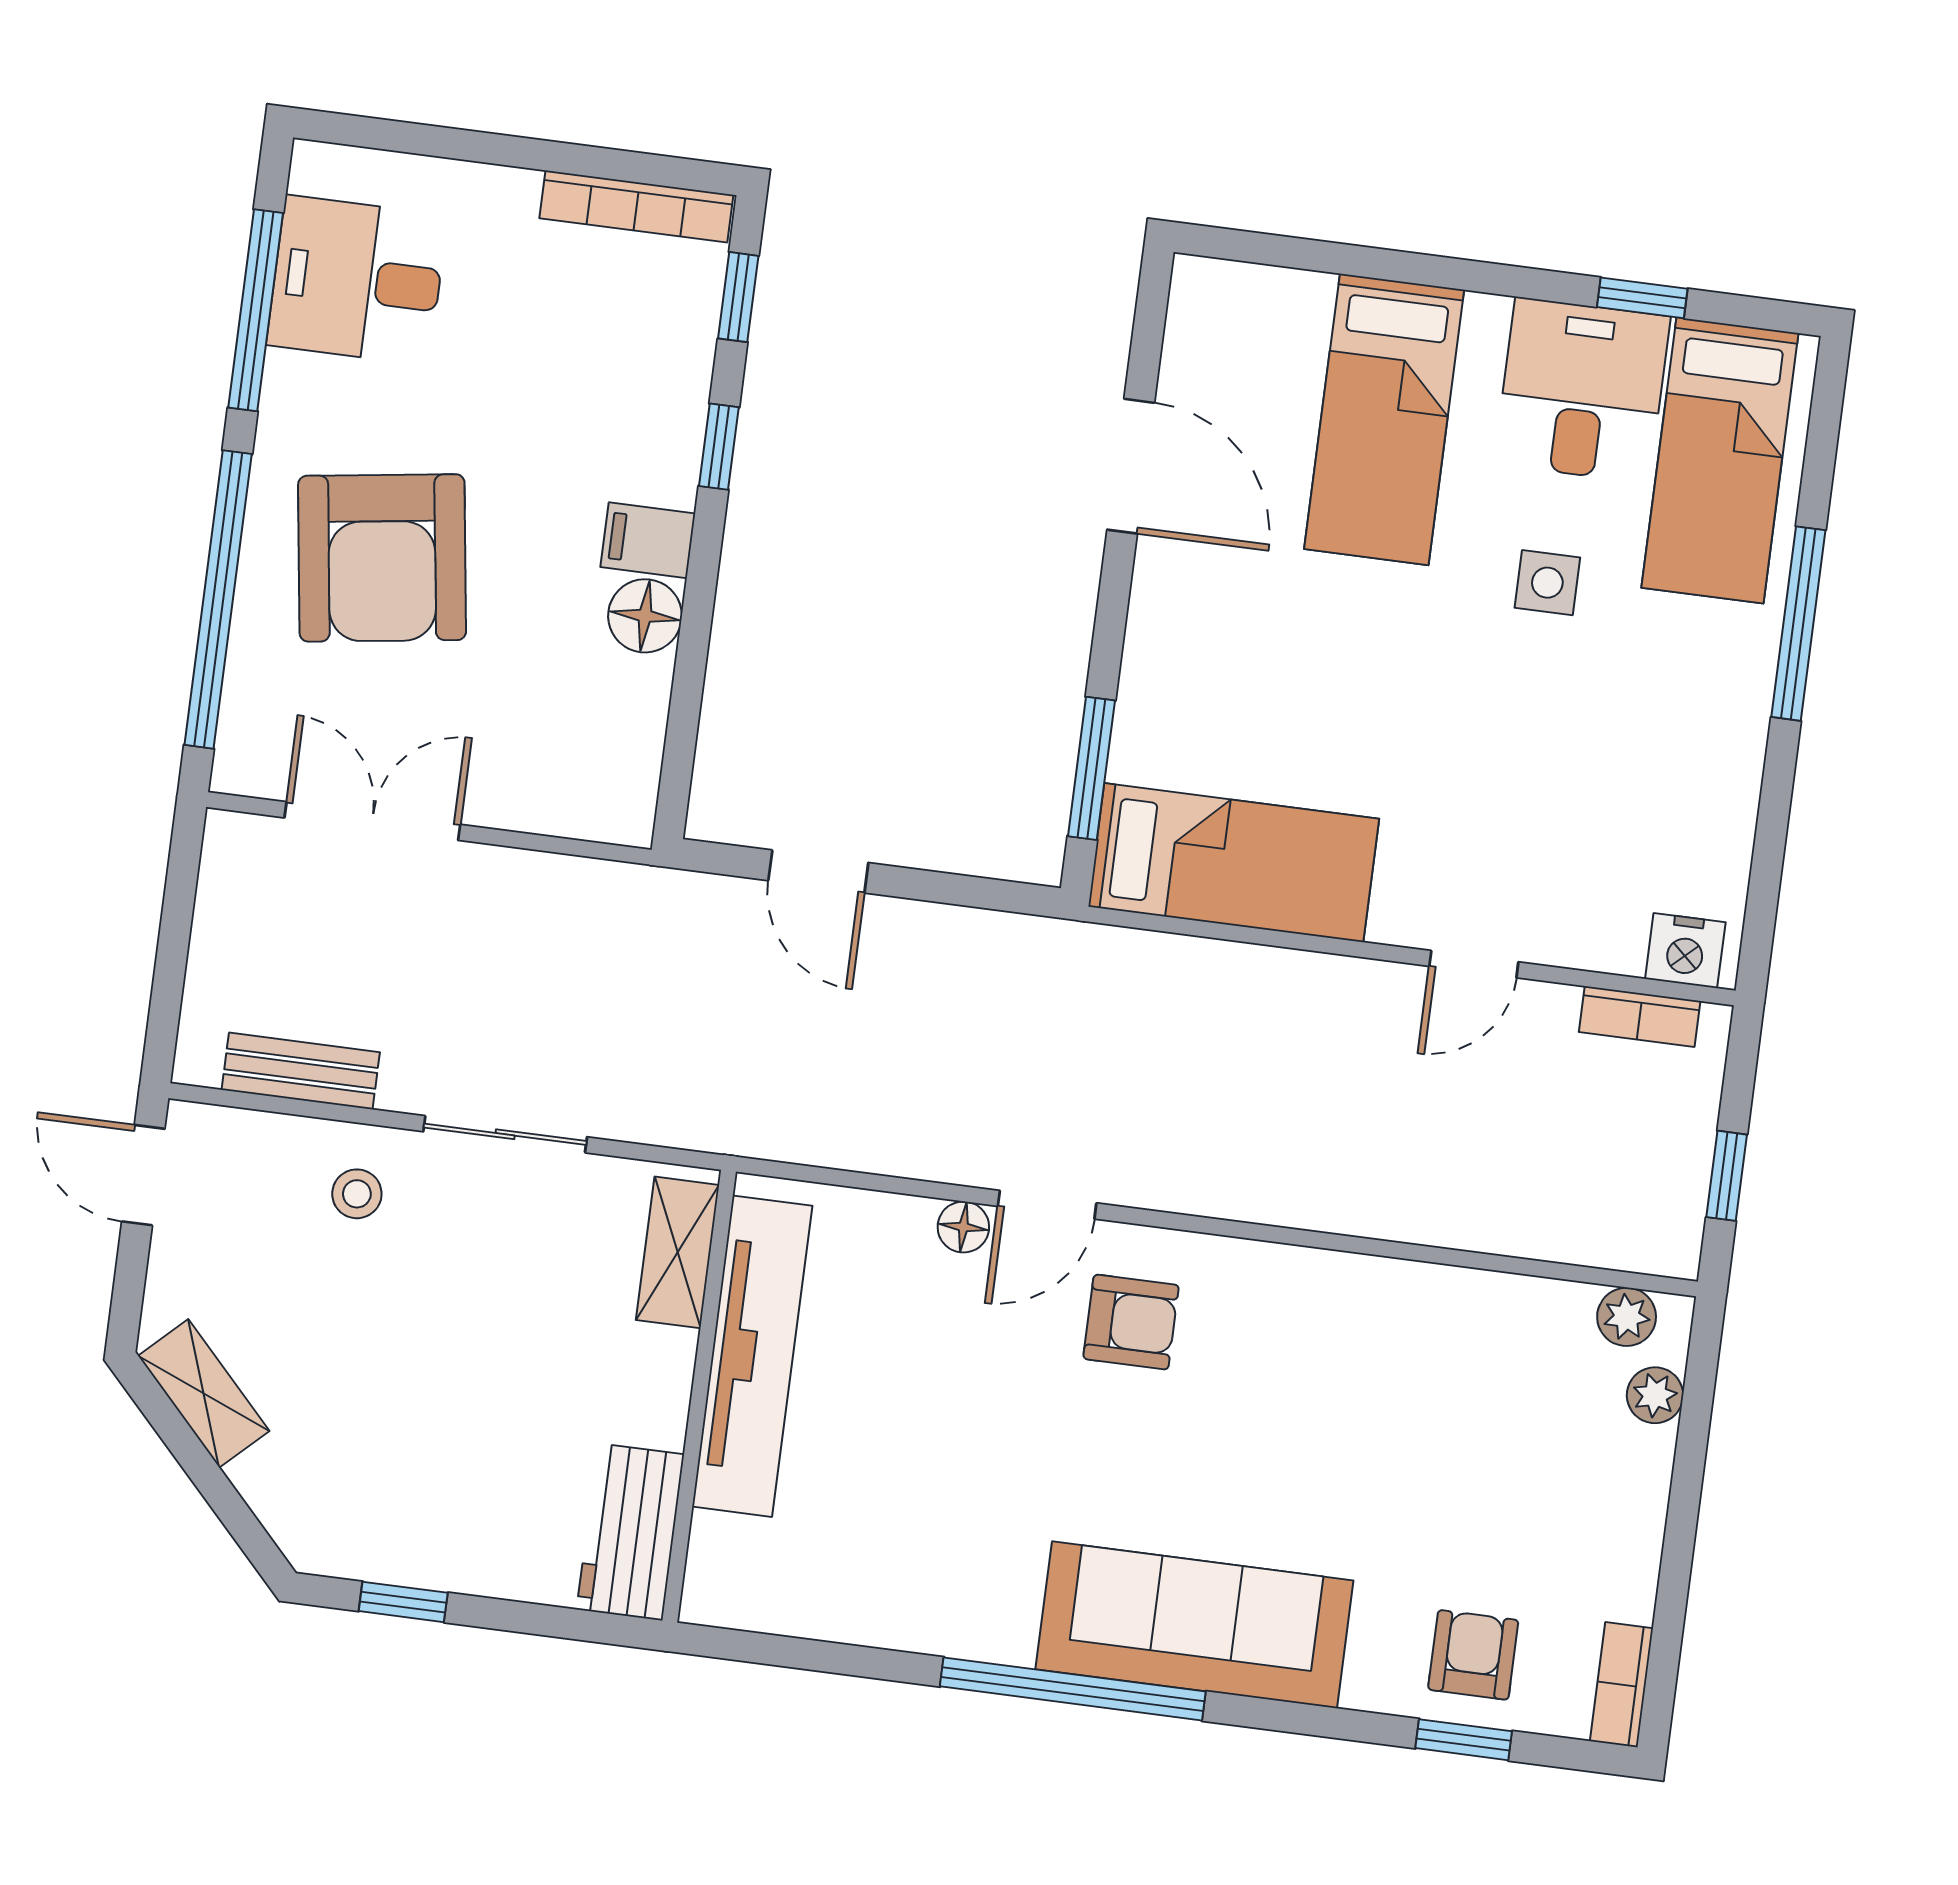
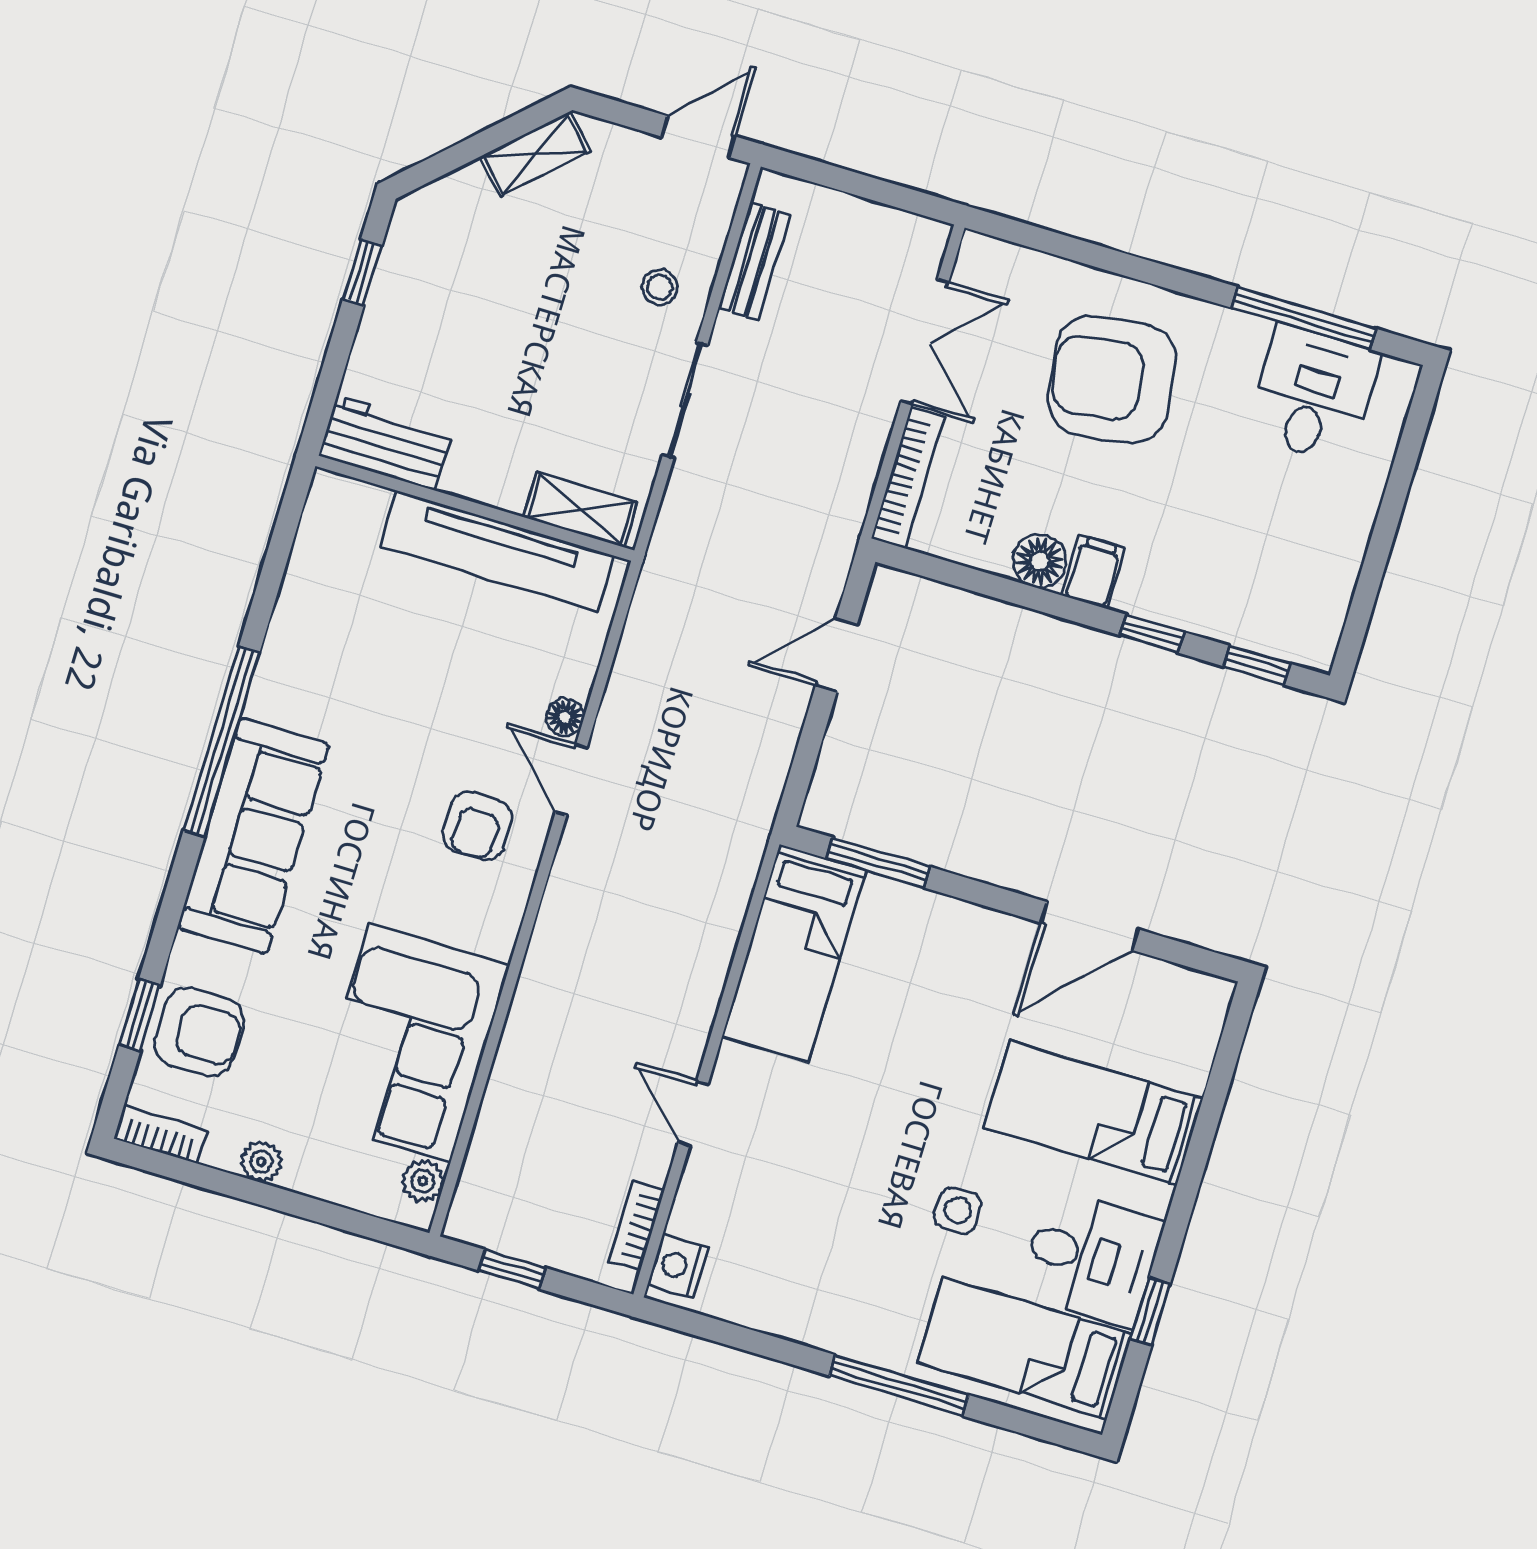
bookcase: (636, 206) -> (908, 478), moved, turned 180
window: (218, 599) -> (1101, 257), removed
corner sofa: (1441, 1366) -> (410, 1043), added
plant: (1655, 1395) -> (261, 1162), moved
armchair: (1473, 1655) -> (199, 1032), width x1.38, depth x1.38

